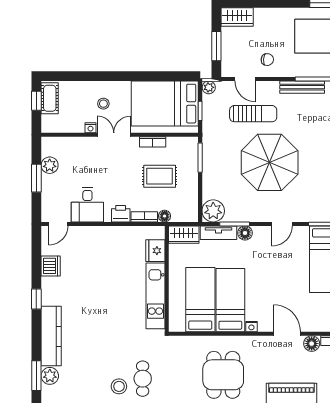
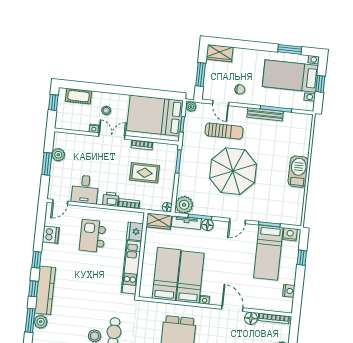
cot: (50, 98) -> (79, 96), moved, turned 90
floor lamp: (165, 216) -> (167, 207), moved
kitchen island: (103, 262) -> (93, 236), added
window: (36, 336) -> (33, 289), added

